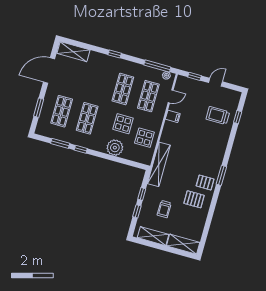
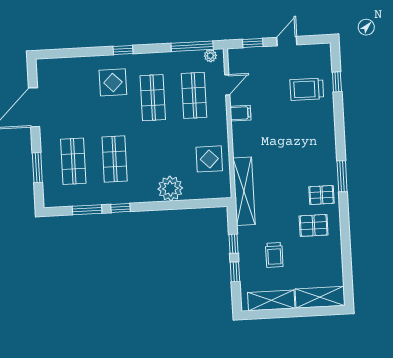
shelving: (73, 52) -> (61, 67), removed
display table: (123, 124) -> (113, 82), moved

